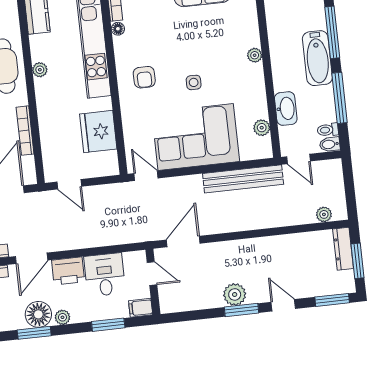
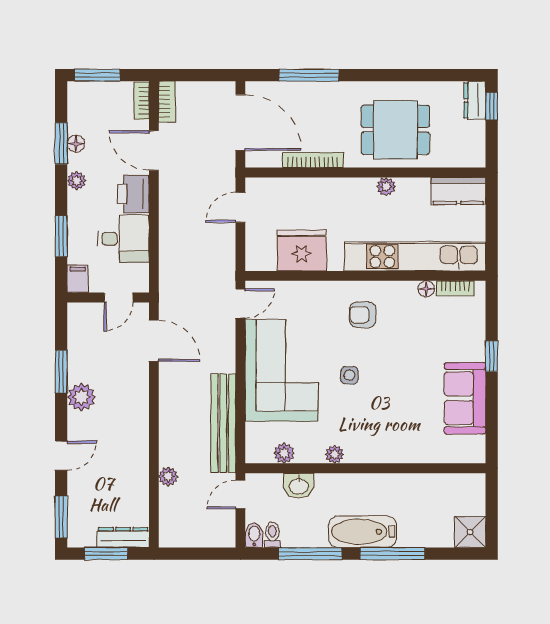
plant: (255, 55) -> (335, 454), moved
washbasin: (286, 109) -> (299, 486), width x0.72
plant: (324, 214) -> (168, 476), moved
window: (241, 310) -> (61, 372), moved
floor lamp: (38, 314) -> (76, 144), width x0.53, depth x0.53

